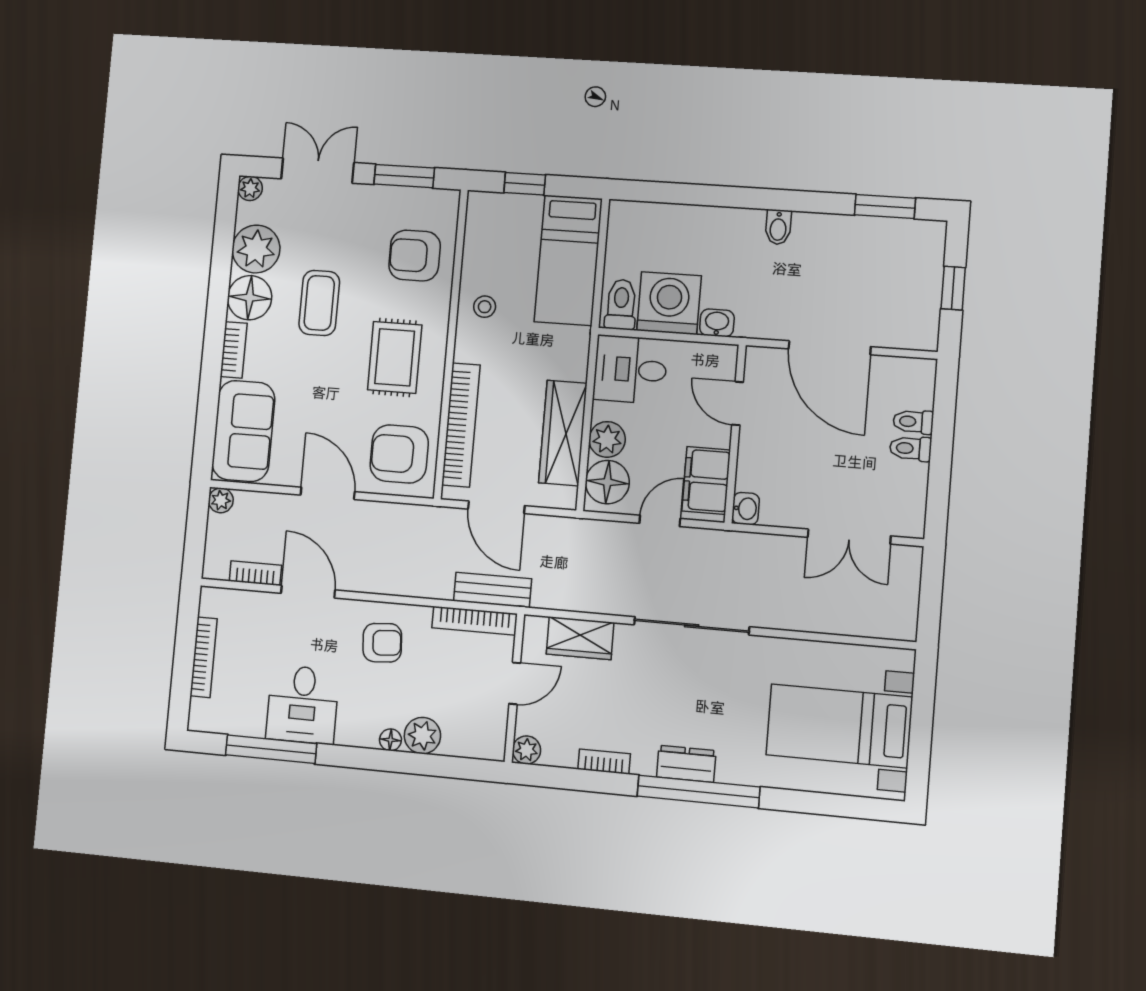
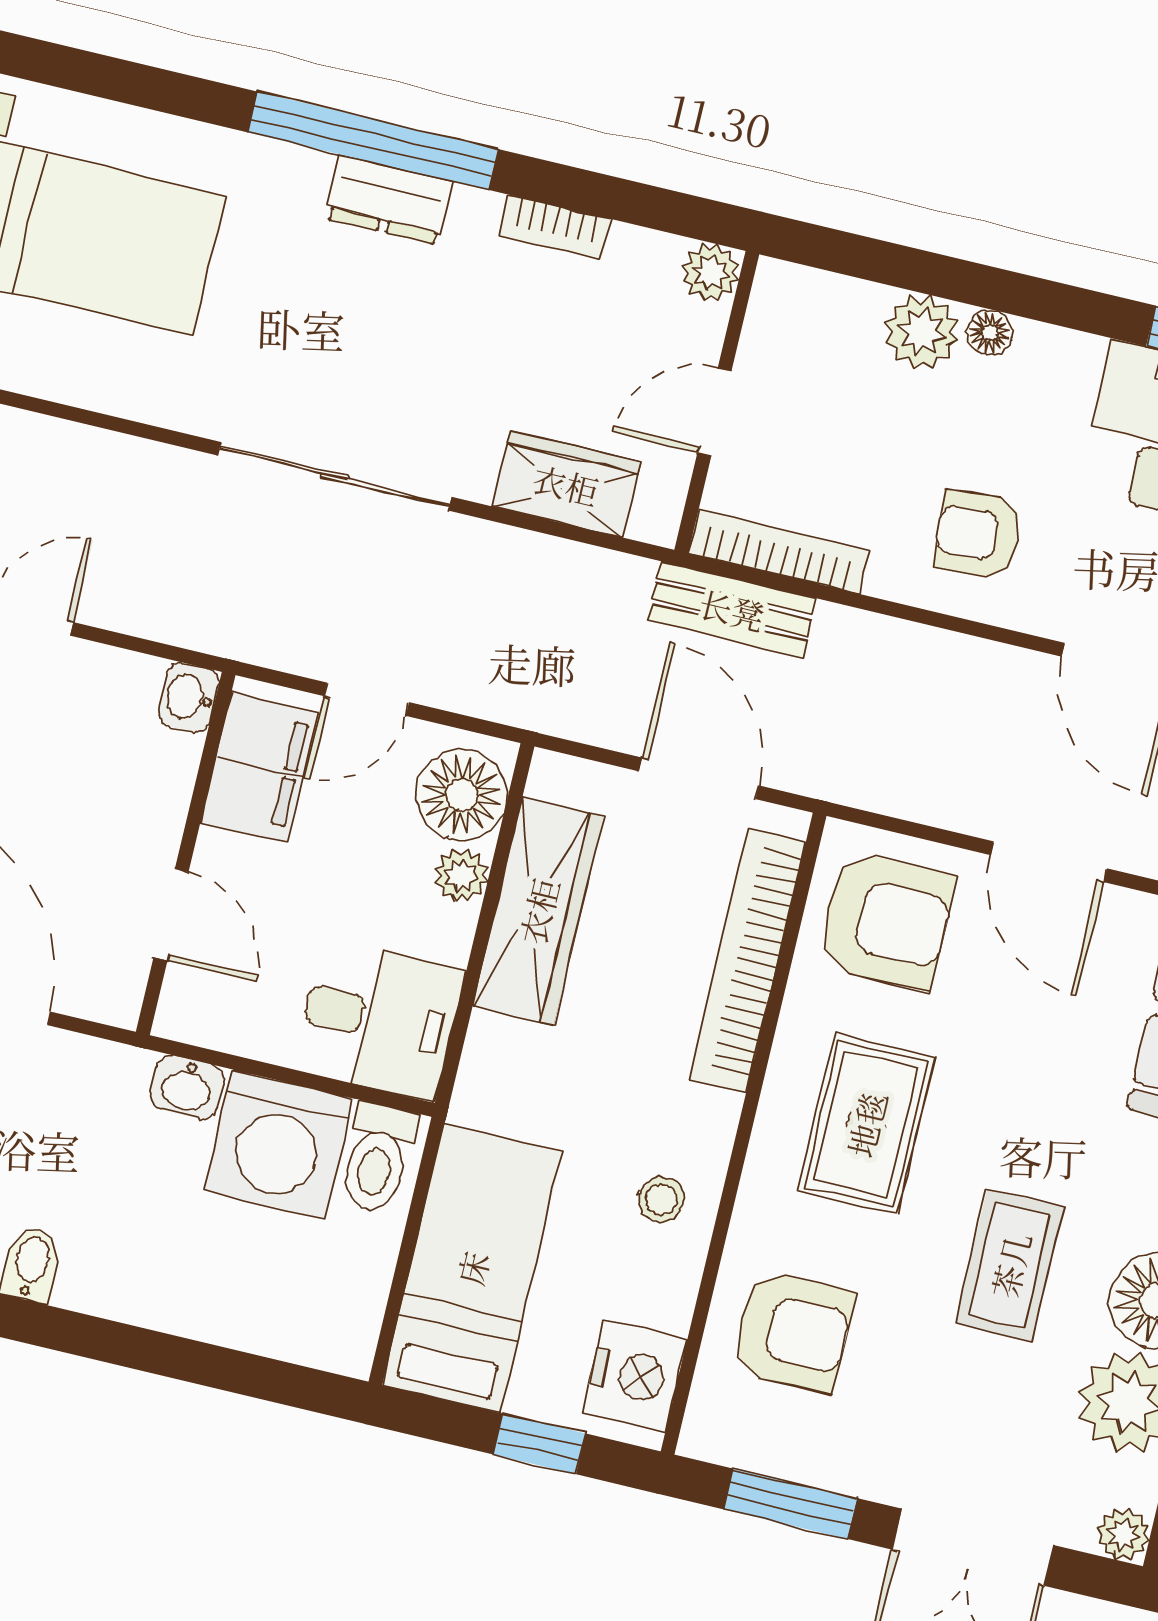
nightstand: (485, 223) -> (635, 1376), added
plant: (607, 439) -> (461, 875), width x0.73, depth x0.73

